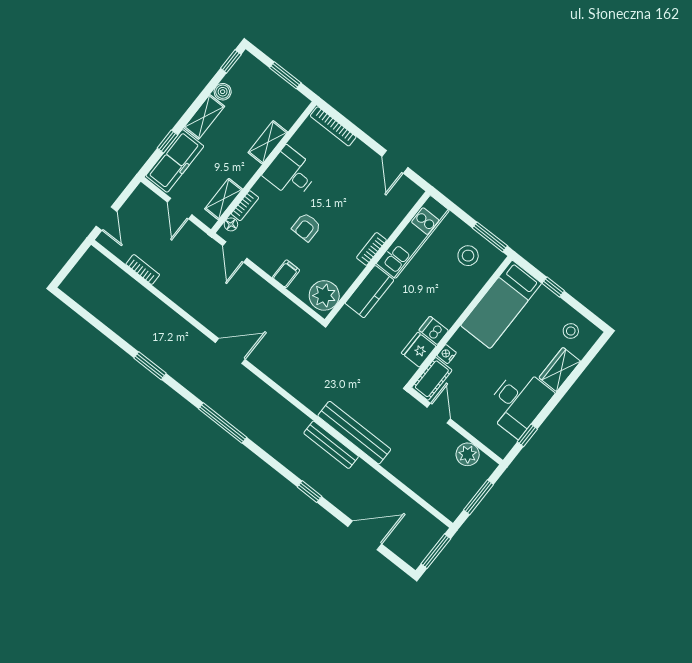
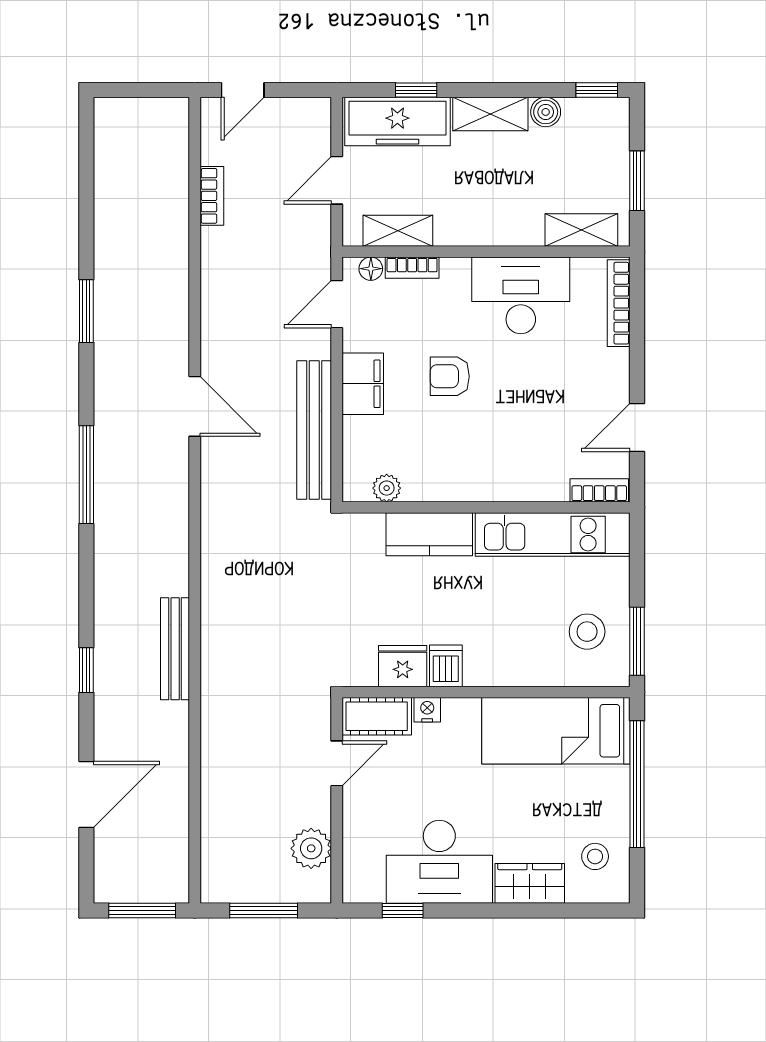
shelving: (268, 142) -> (581, 230), moved
desk: (291, 173) -> (521, 295), width x1.37
bookcase: (371, 249) -> (599, 490), moved
filing cabinet: (286, 274) -> (363, 384), width x2.00
window: (553, 287) -> (637, 784), width x3.17
plant: (324, 295) -> (387, 488), width x0.53, depth x0.53
bench: (354, 433) -> (314, 430), moved
door: (365, 535) -> (86, 795), hinge flipped

